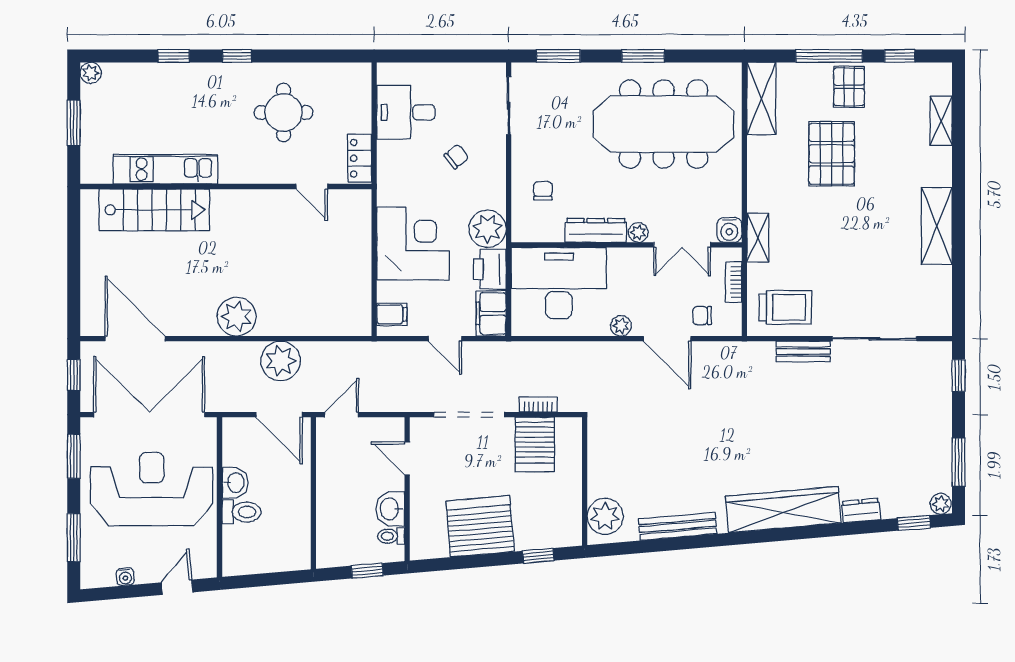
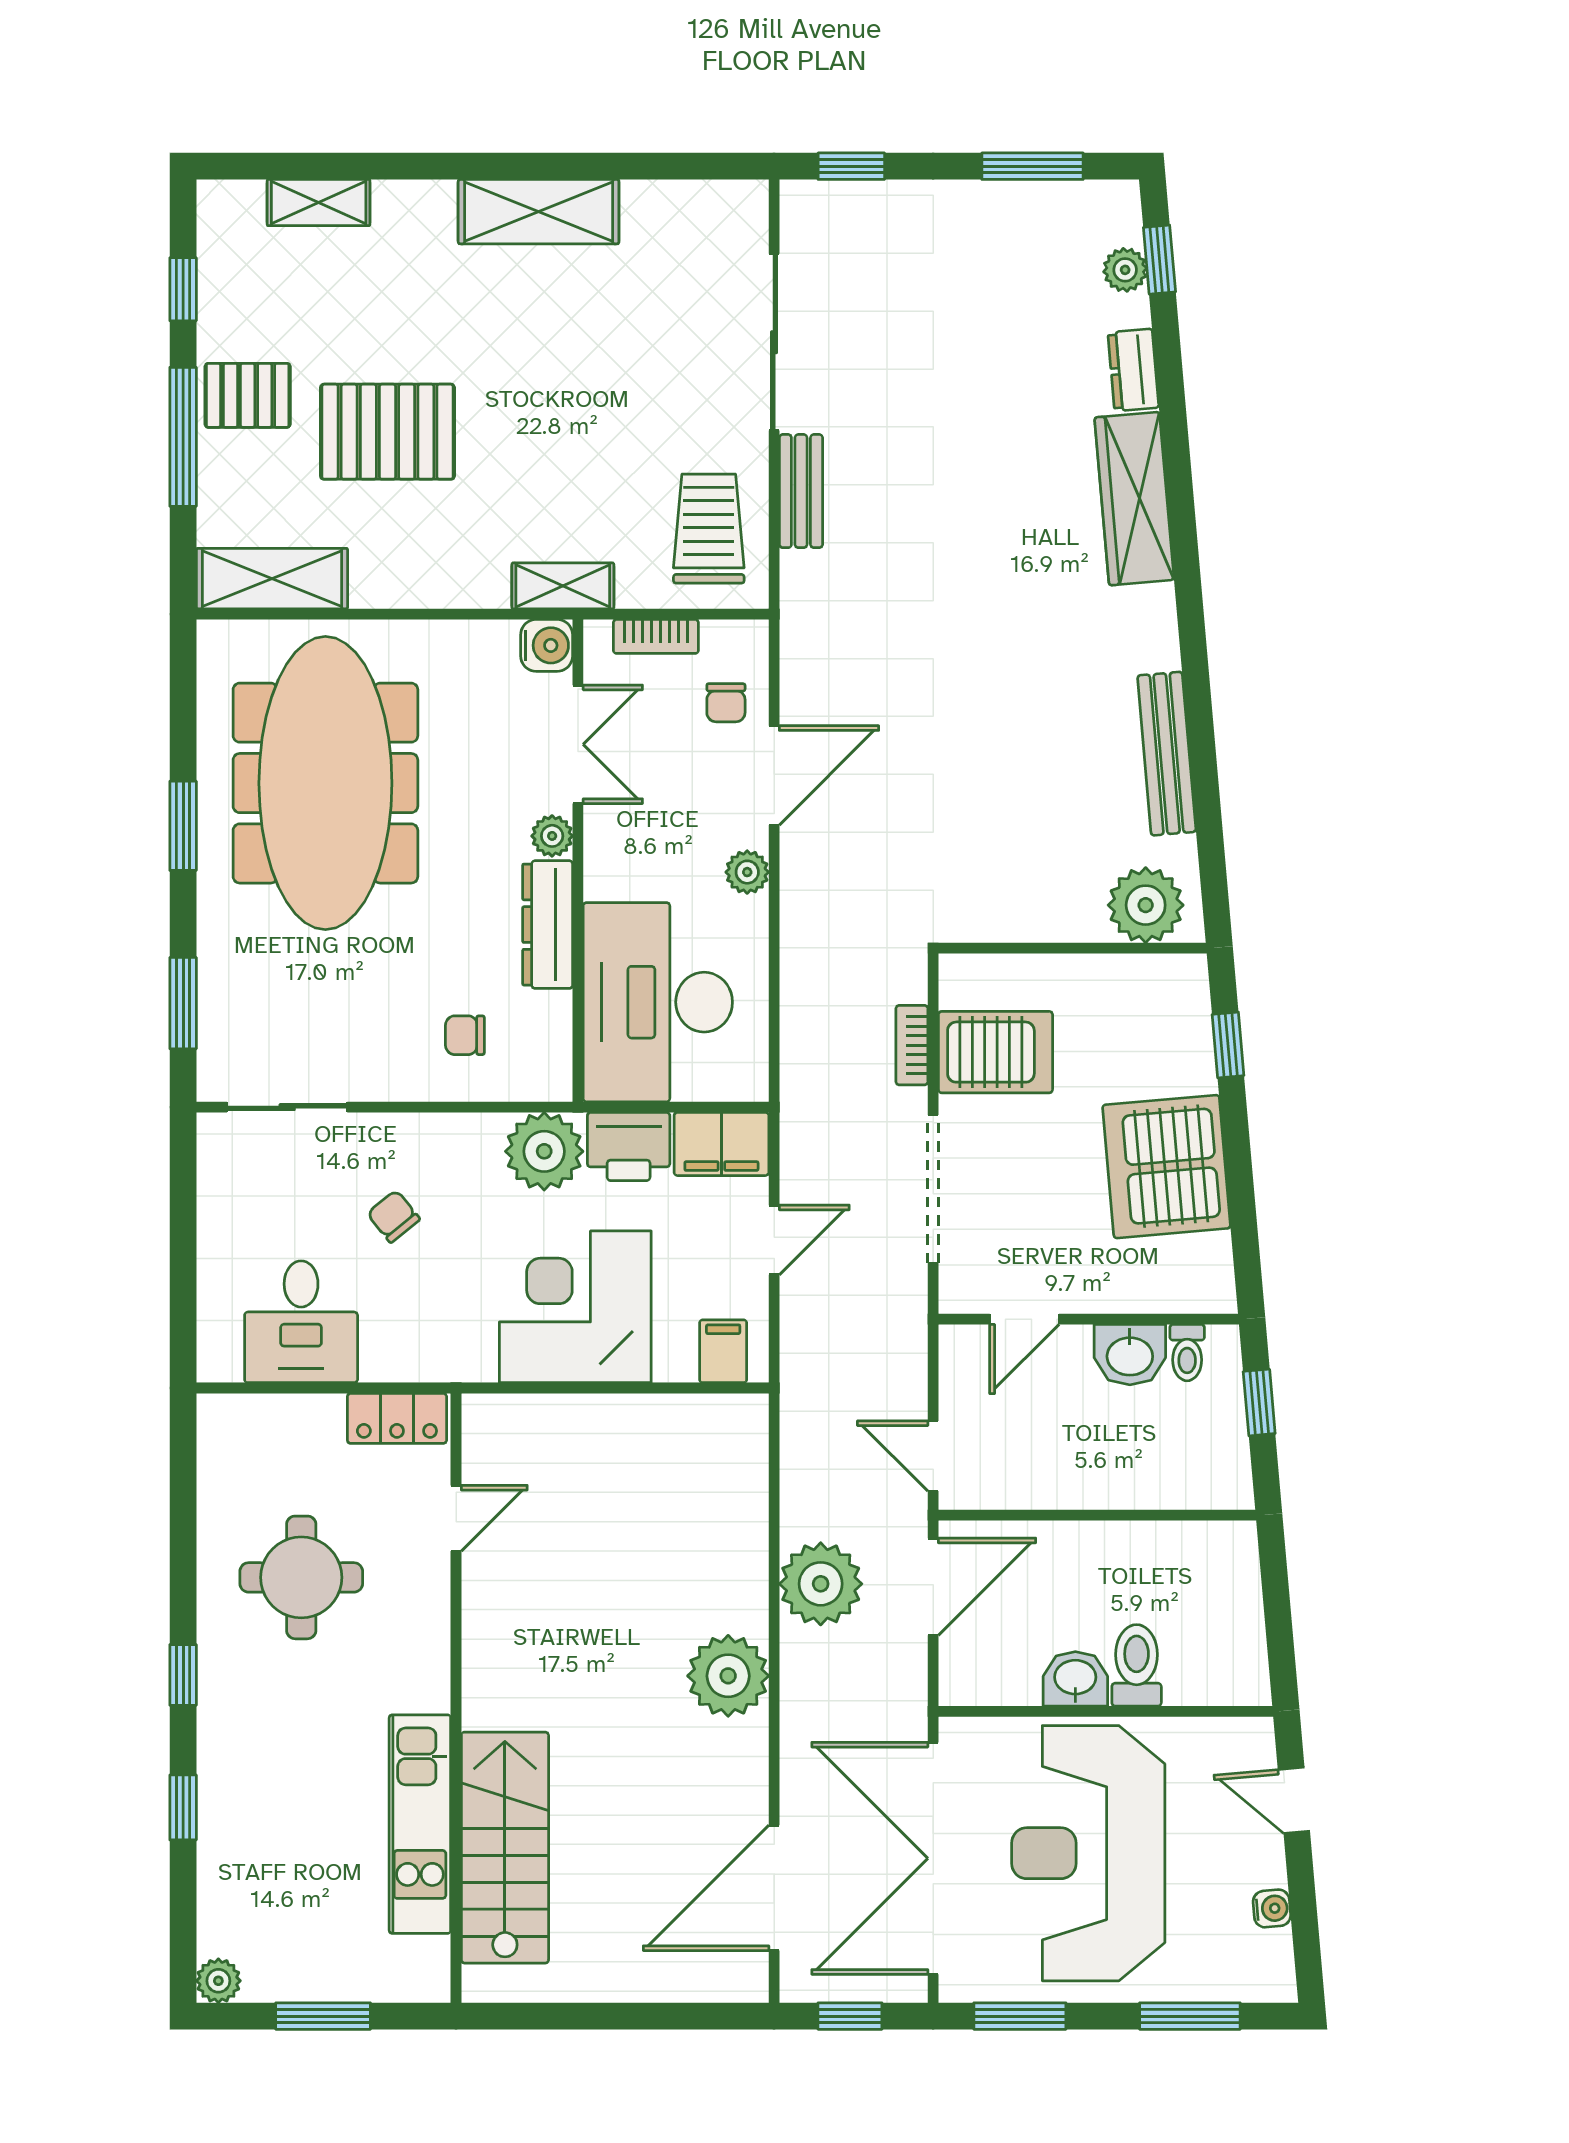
plant: (941, 504) -> (1125, 270), moved
wardrobe: (783, 510) -> (1134, 499), width x0.71, depth x0.85

